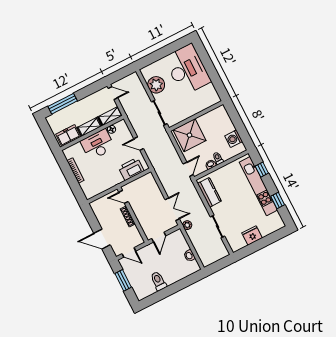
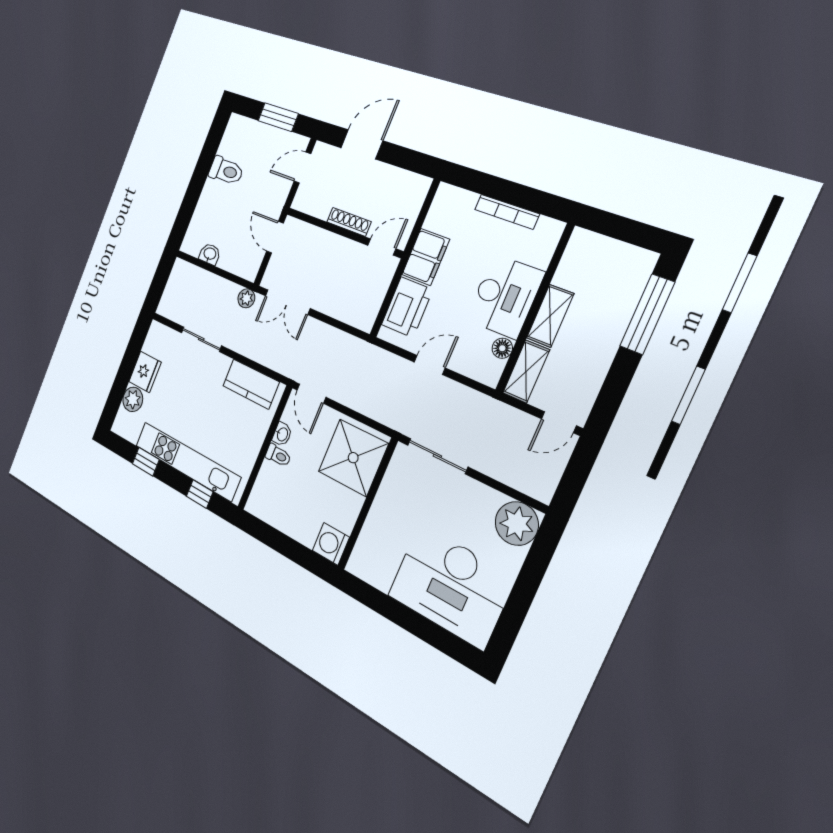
plant: (156, 85) -> (517, 524), moved
freezer: (68, 135) -> (579, 262), removed
washing machine: (234, 139) -> (331, 544), moved, turned -90
filing cabinet: (112, 180) -> (426, 257), added
plant: (266, 230) -> (133, 399), added

